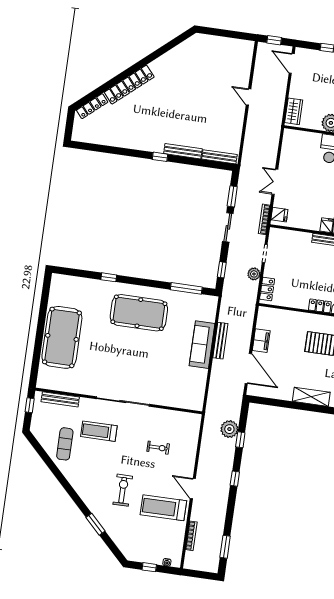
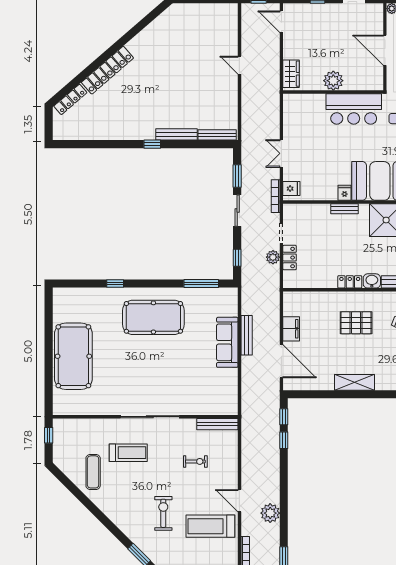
locker: (267, 289) -> (290, 258), moved
bench: (60, 399) -> (217, 424), moved
plant: (229, 429) -> (270, 513), moved
treadmill: (99, 431) -> (128, 453), turned 180
window: (235, 479) -> (284, 417), moved

